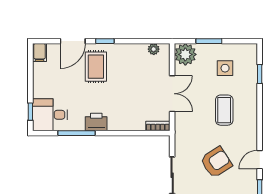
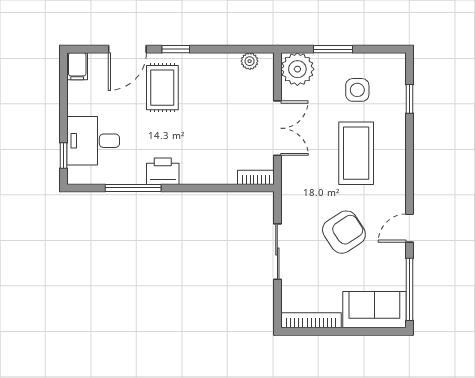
coffee table: (224, 110) -> (356, 153), width x1.36, depth x1.32
desk: (50, 115) -> (93, 141), moved

